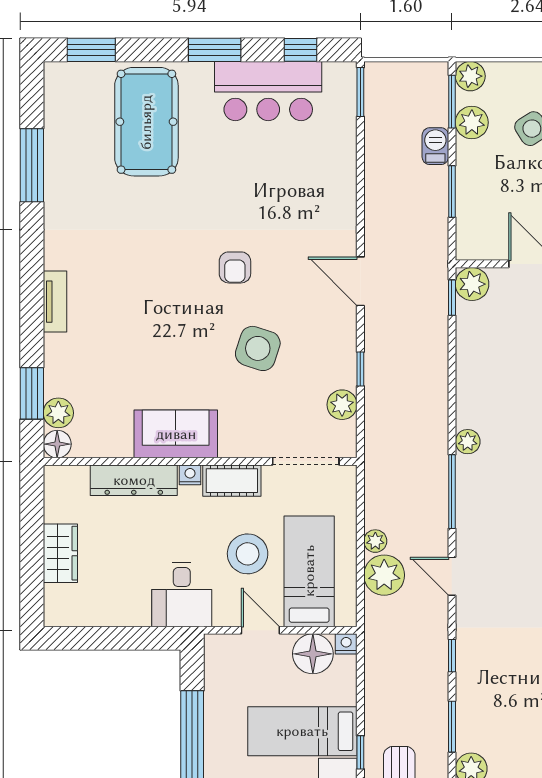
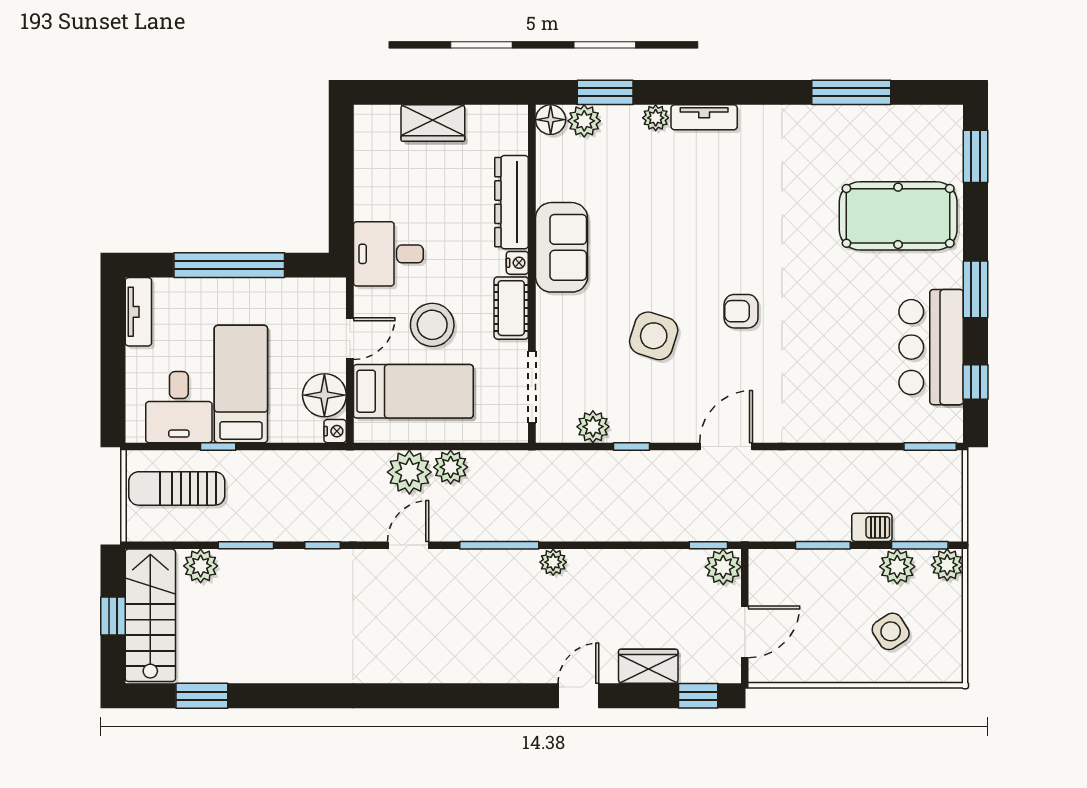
plant: (55, 347) -> (656, 118), added
plant: (375, 541) -> (451, 467), width x1.38, depth x1.38

